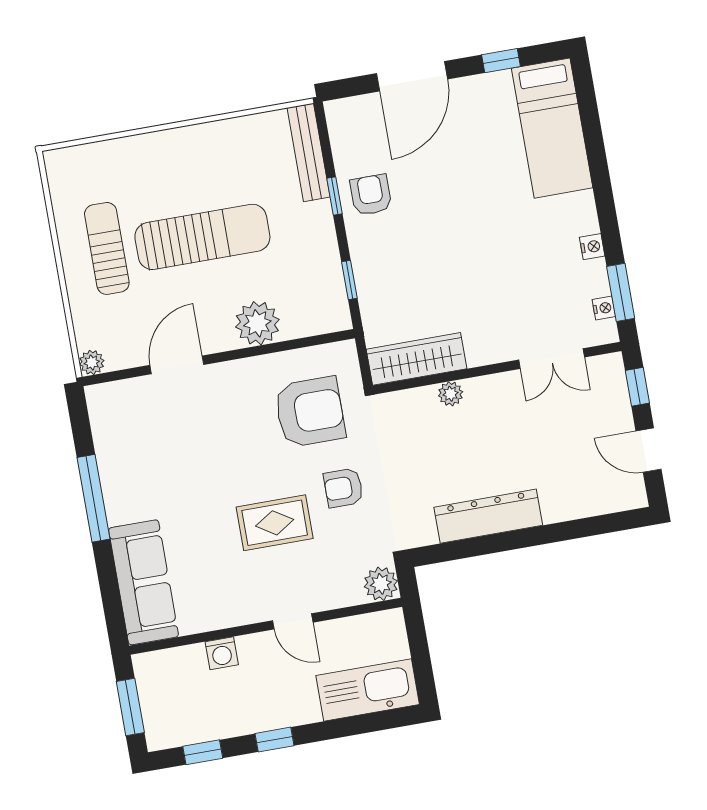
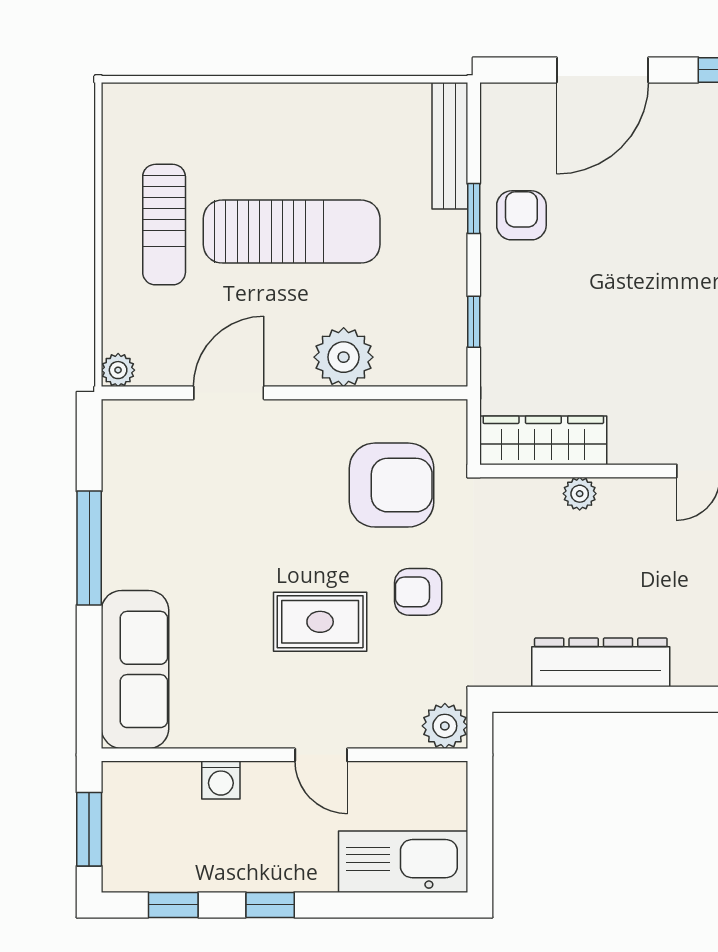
sun lounger: (107, 248) -> (164, 225), turned 180

